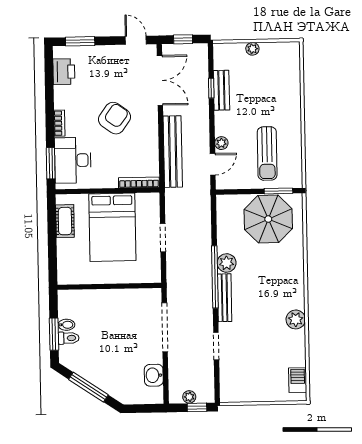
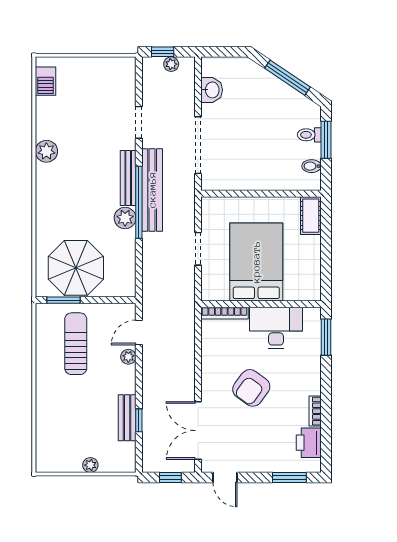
bookcase: (59, 123) -> (315, 411), moved
bench: (173, 152) -> (152, 190), moved
desk: (73, 160) -> (276, 328), moved, turned -90
cot: (65, 221) -> (311, 216), moved
bidet: (66, 325) -> (312, 166), moved

